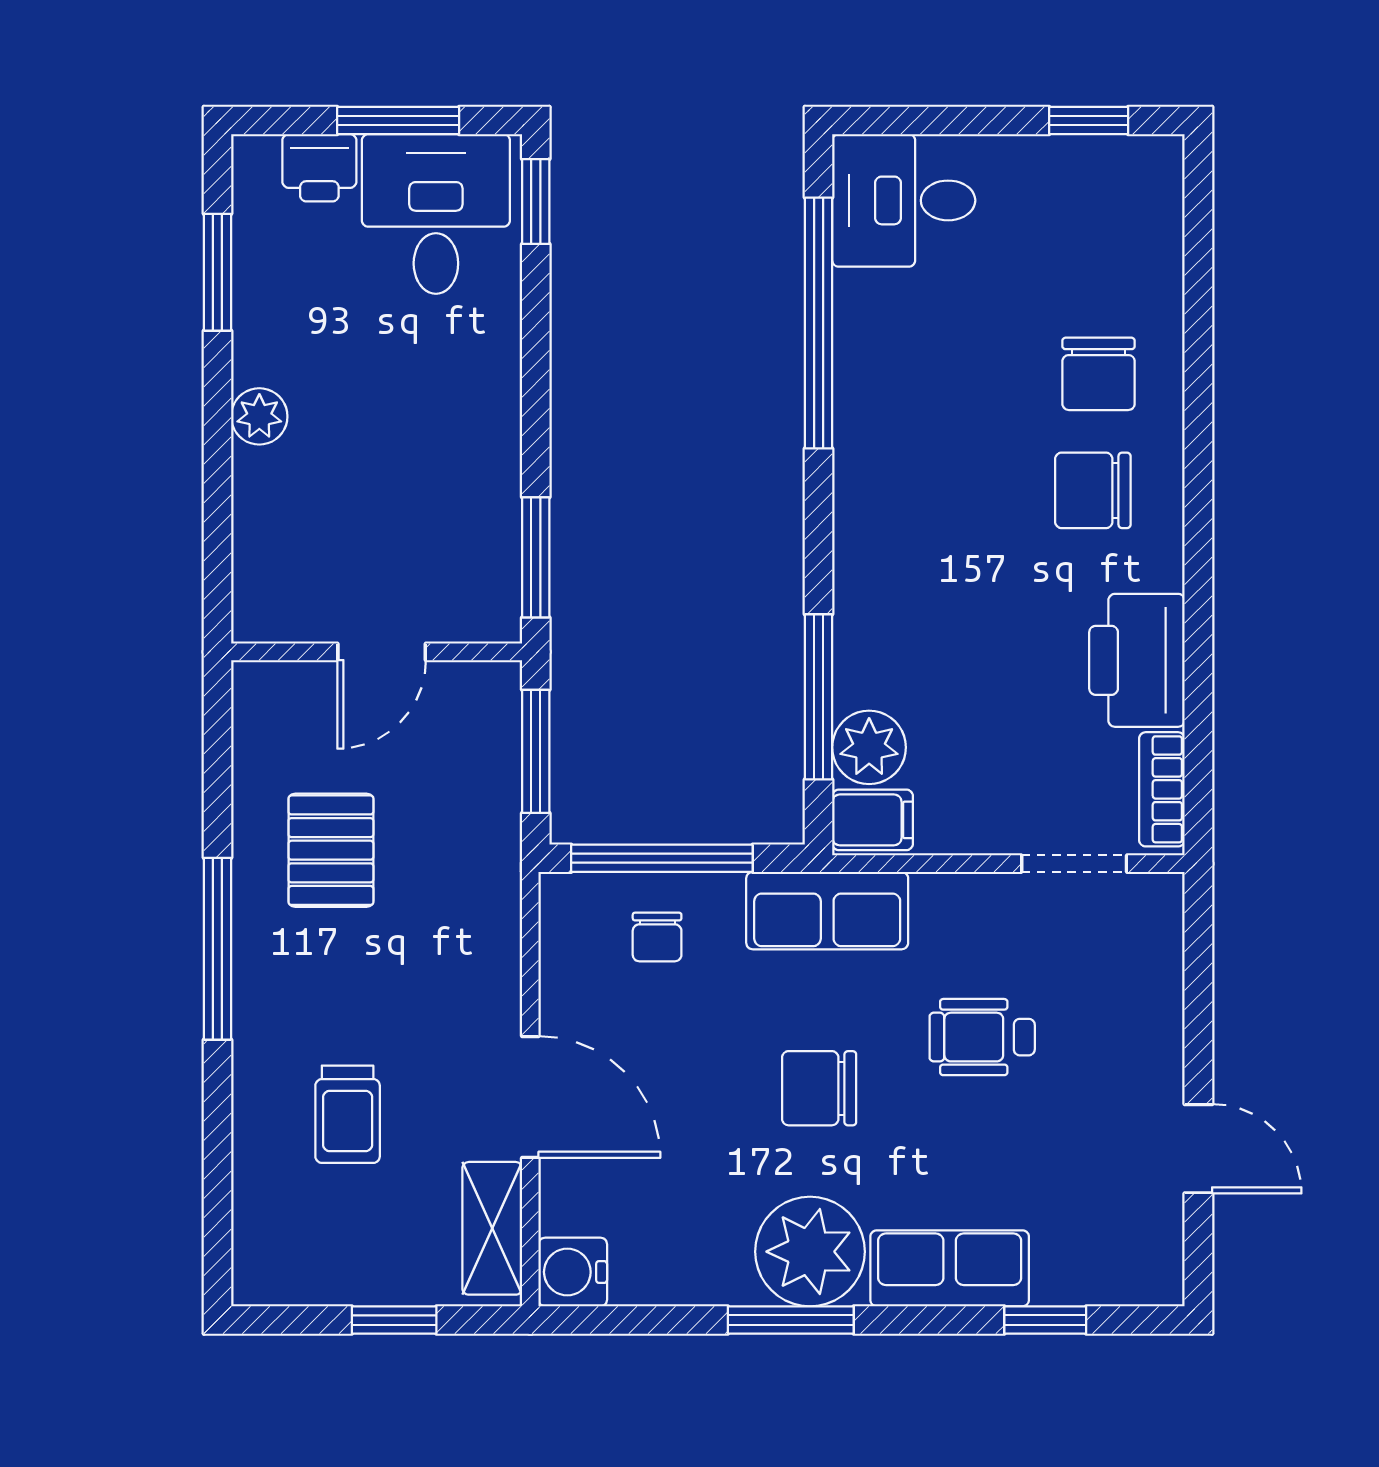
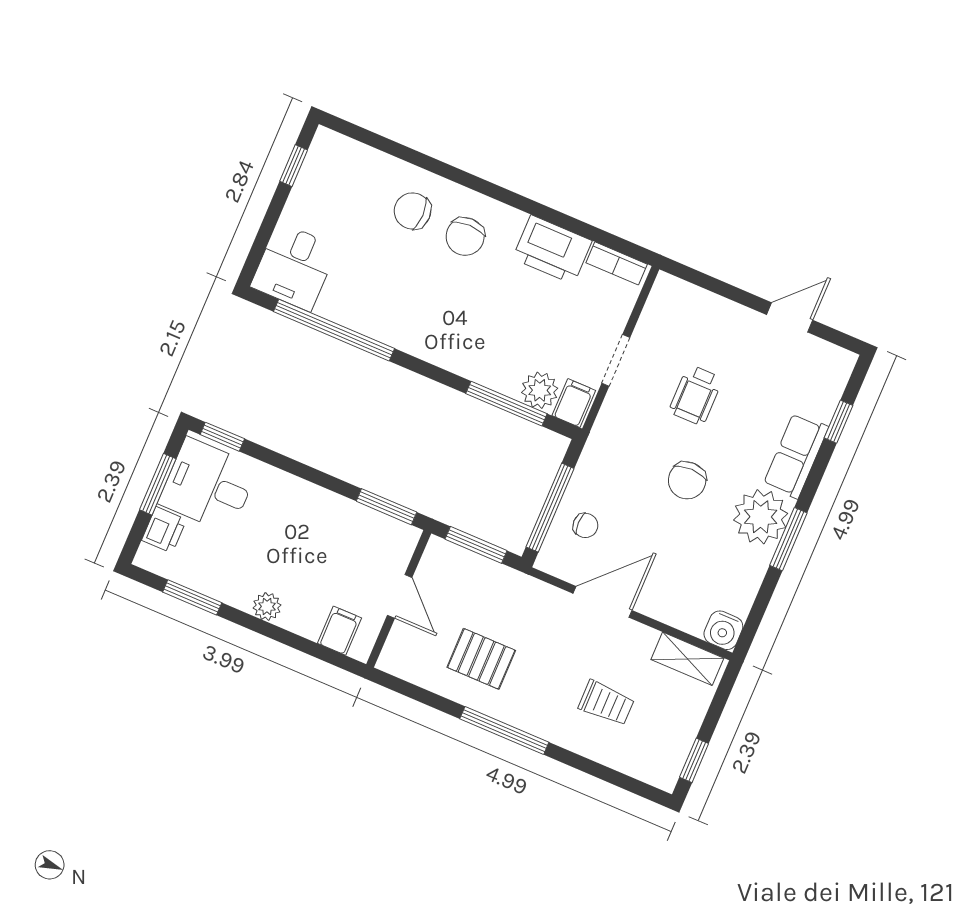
chair: (1099, 374) -> (413, 211), turned 180
filing cabinet: (272, 568) -> (340, 631), added
doorway: (1074, 864) -> (616, 360), moved
row of seats: (827, 911) -> (607, 442), removed
door: (530, 1097) -> (603, 602), moved
window: (394, 1320) -> (694, 760), moved

